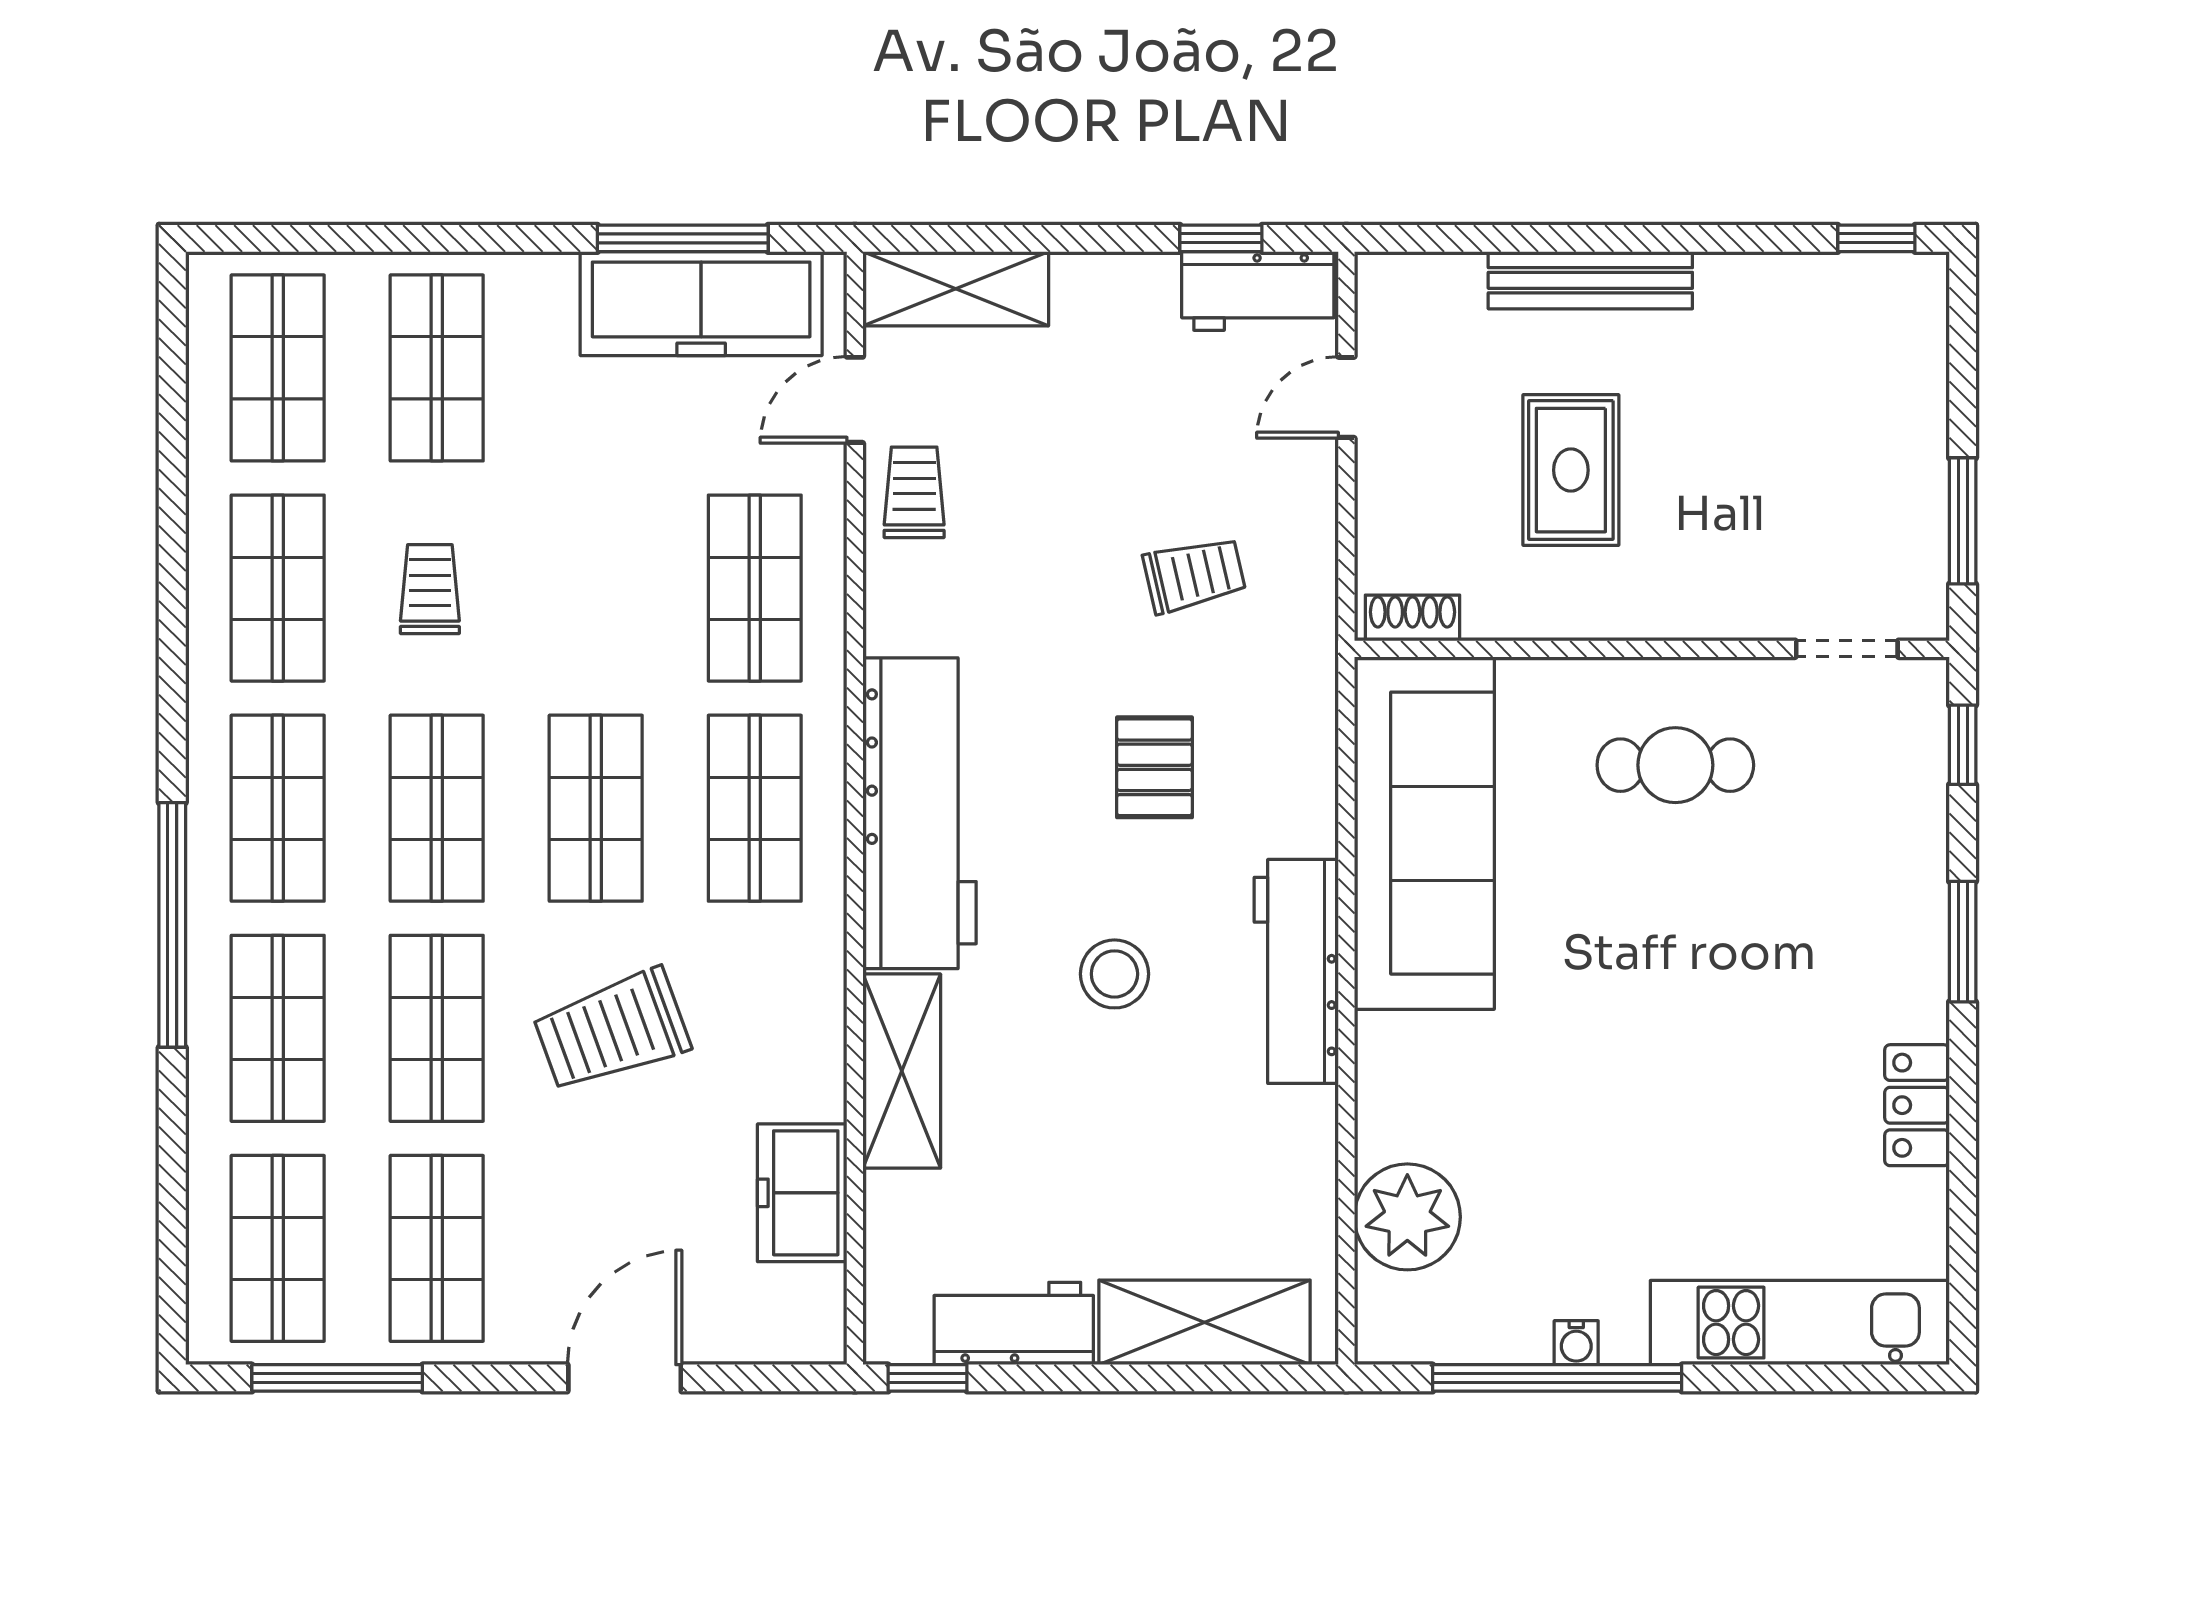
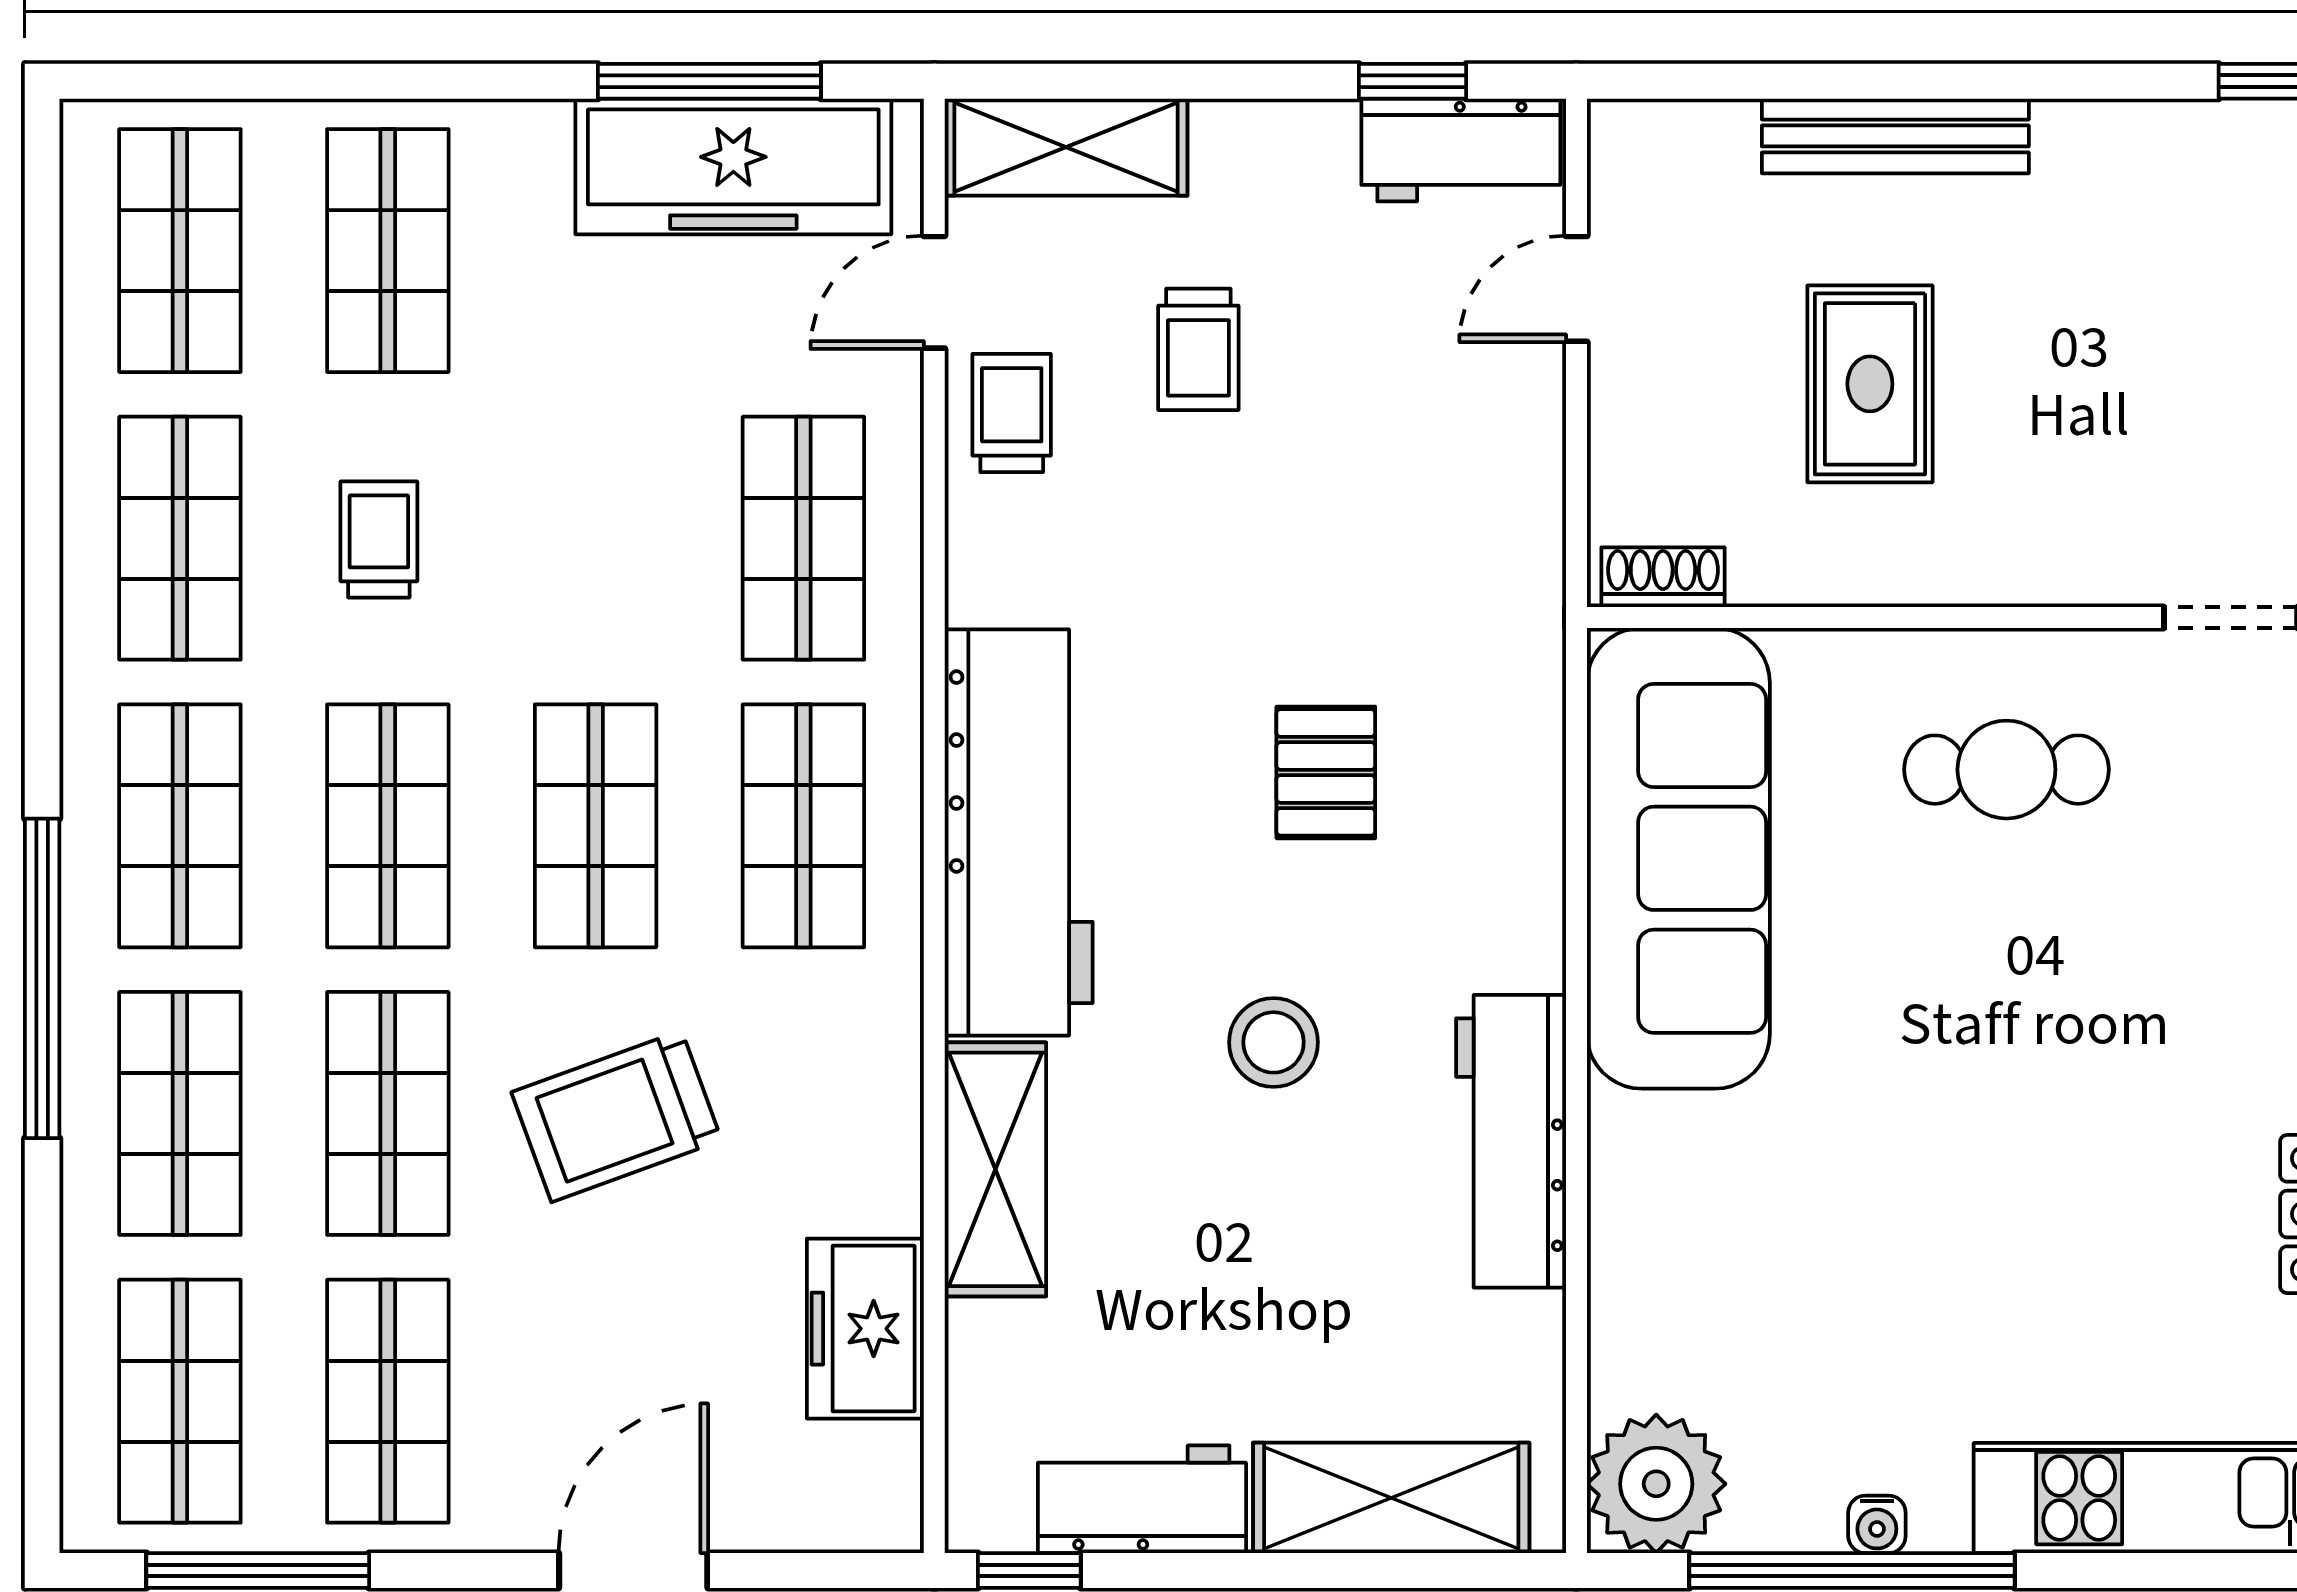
trolley: (1194, 575) -> (1198, 349), moved, turned 103
workbench: (1296, 971) -> (1511, 1141), moved
plant: (1407, 1217) -> (1656, 1484), moved

